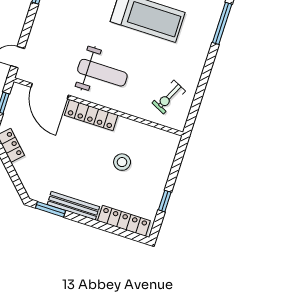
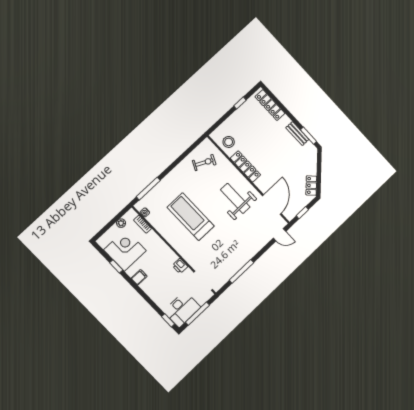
locker: (91, 115) -> (245, 167), moved
stool: (122, 162) -> (229, 142), moved
bench: (73, 206) -> (297, 134), width x0.73

